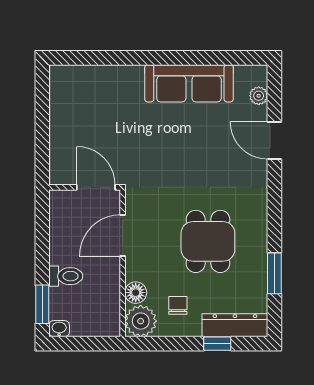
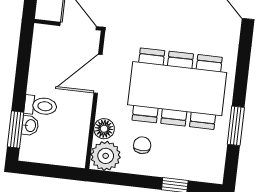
dining table: (208, 241) -> (177, 89), width x1.88, depth x1.24
dresser: (235, 325) -> (193, 170), removed
washbasin: (59, 329) -> (30, 126), moved, turned 90

